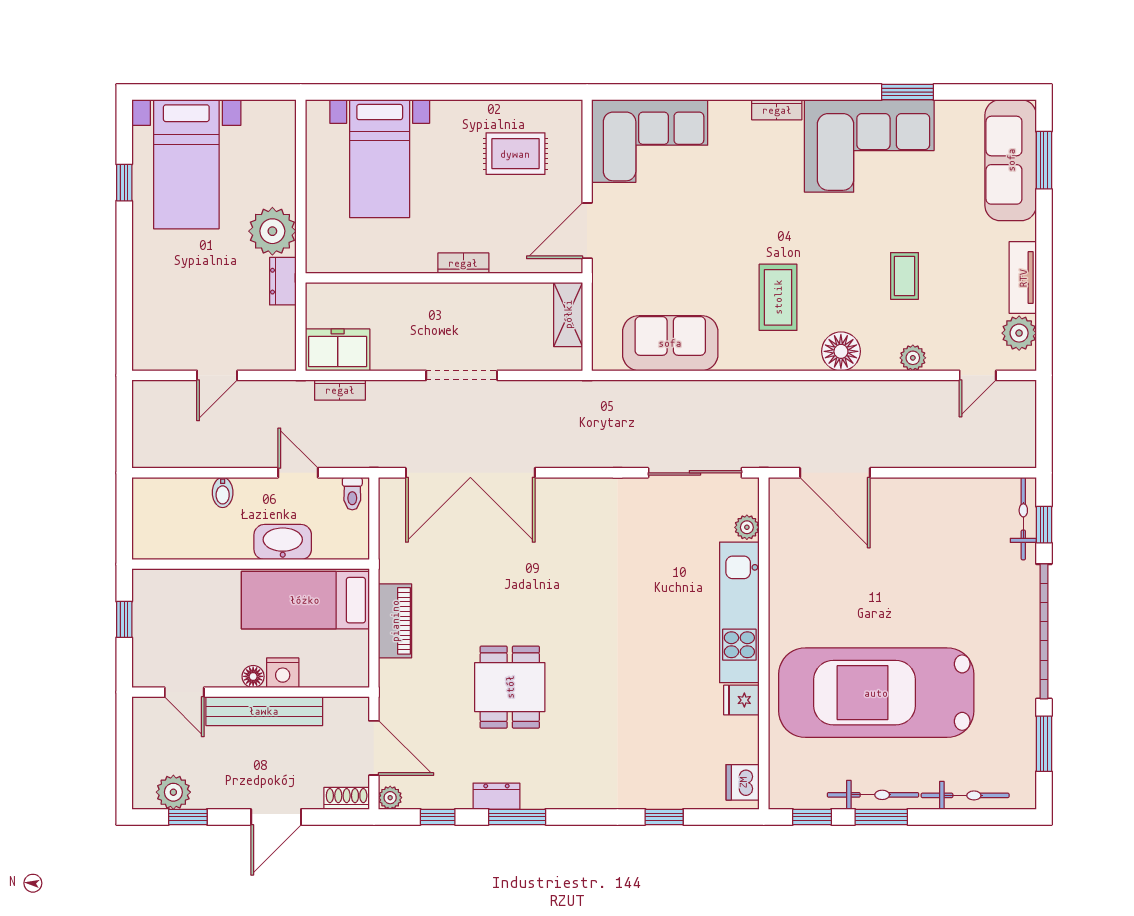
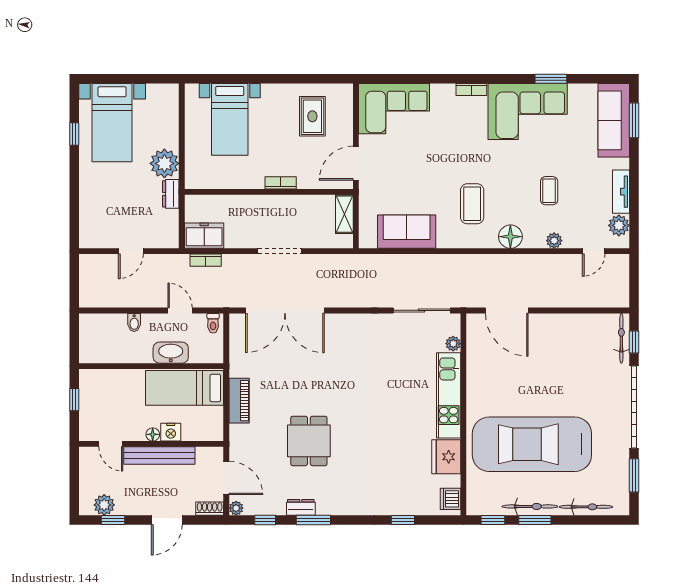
rug: (515, 154) -> (312, 116), turned 90
fridge: (741, 700) -> (446, 457), width x1.88, depth x1.34

